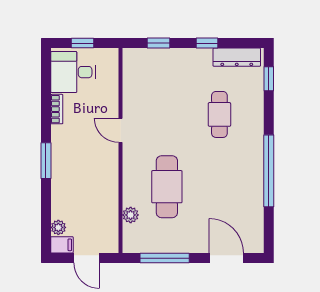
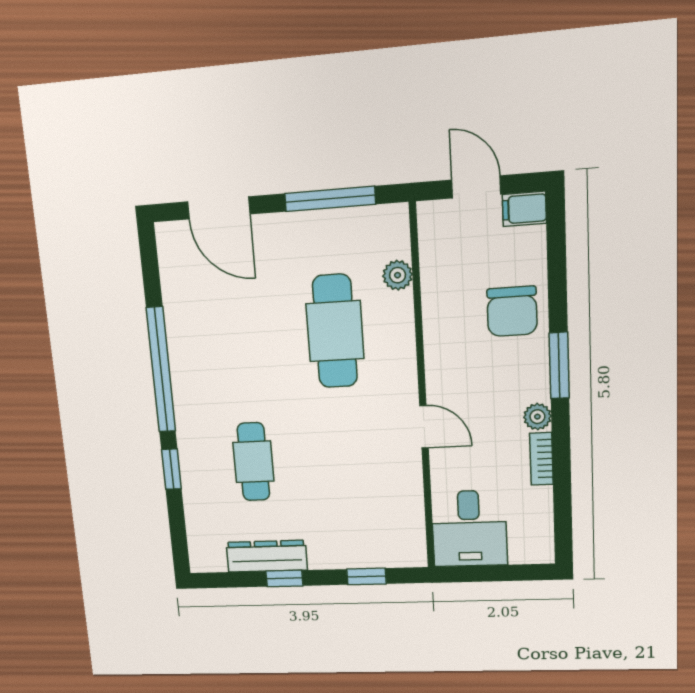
window: (82, 43) -> (499, 573), removed
dresser: (237, 57) -> (267, 556), moved
desk: (73, 72) -> (469, 529), moved, turned 90
window: (269, 79) -> (171, 469), moved
chair: (70, 191) -> (512, 311), added
plant: (58, 227) -> (537, 417), moved

